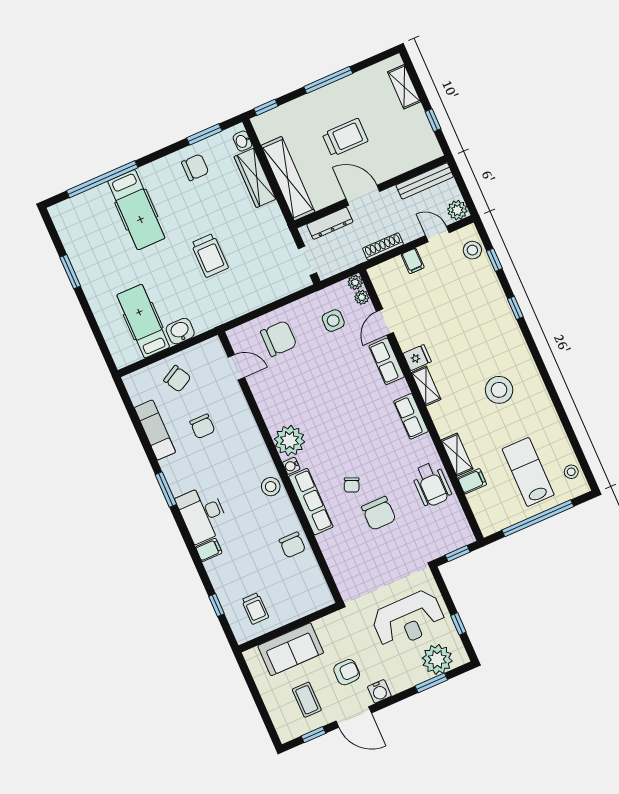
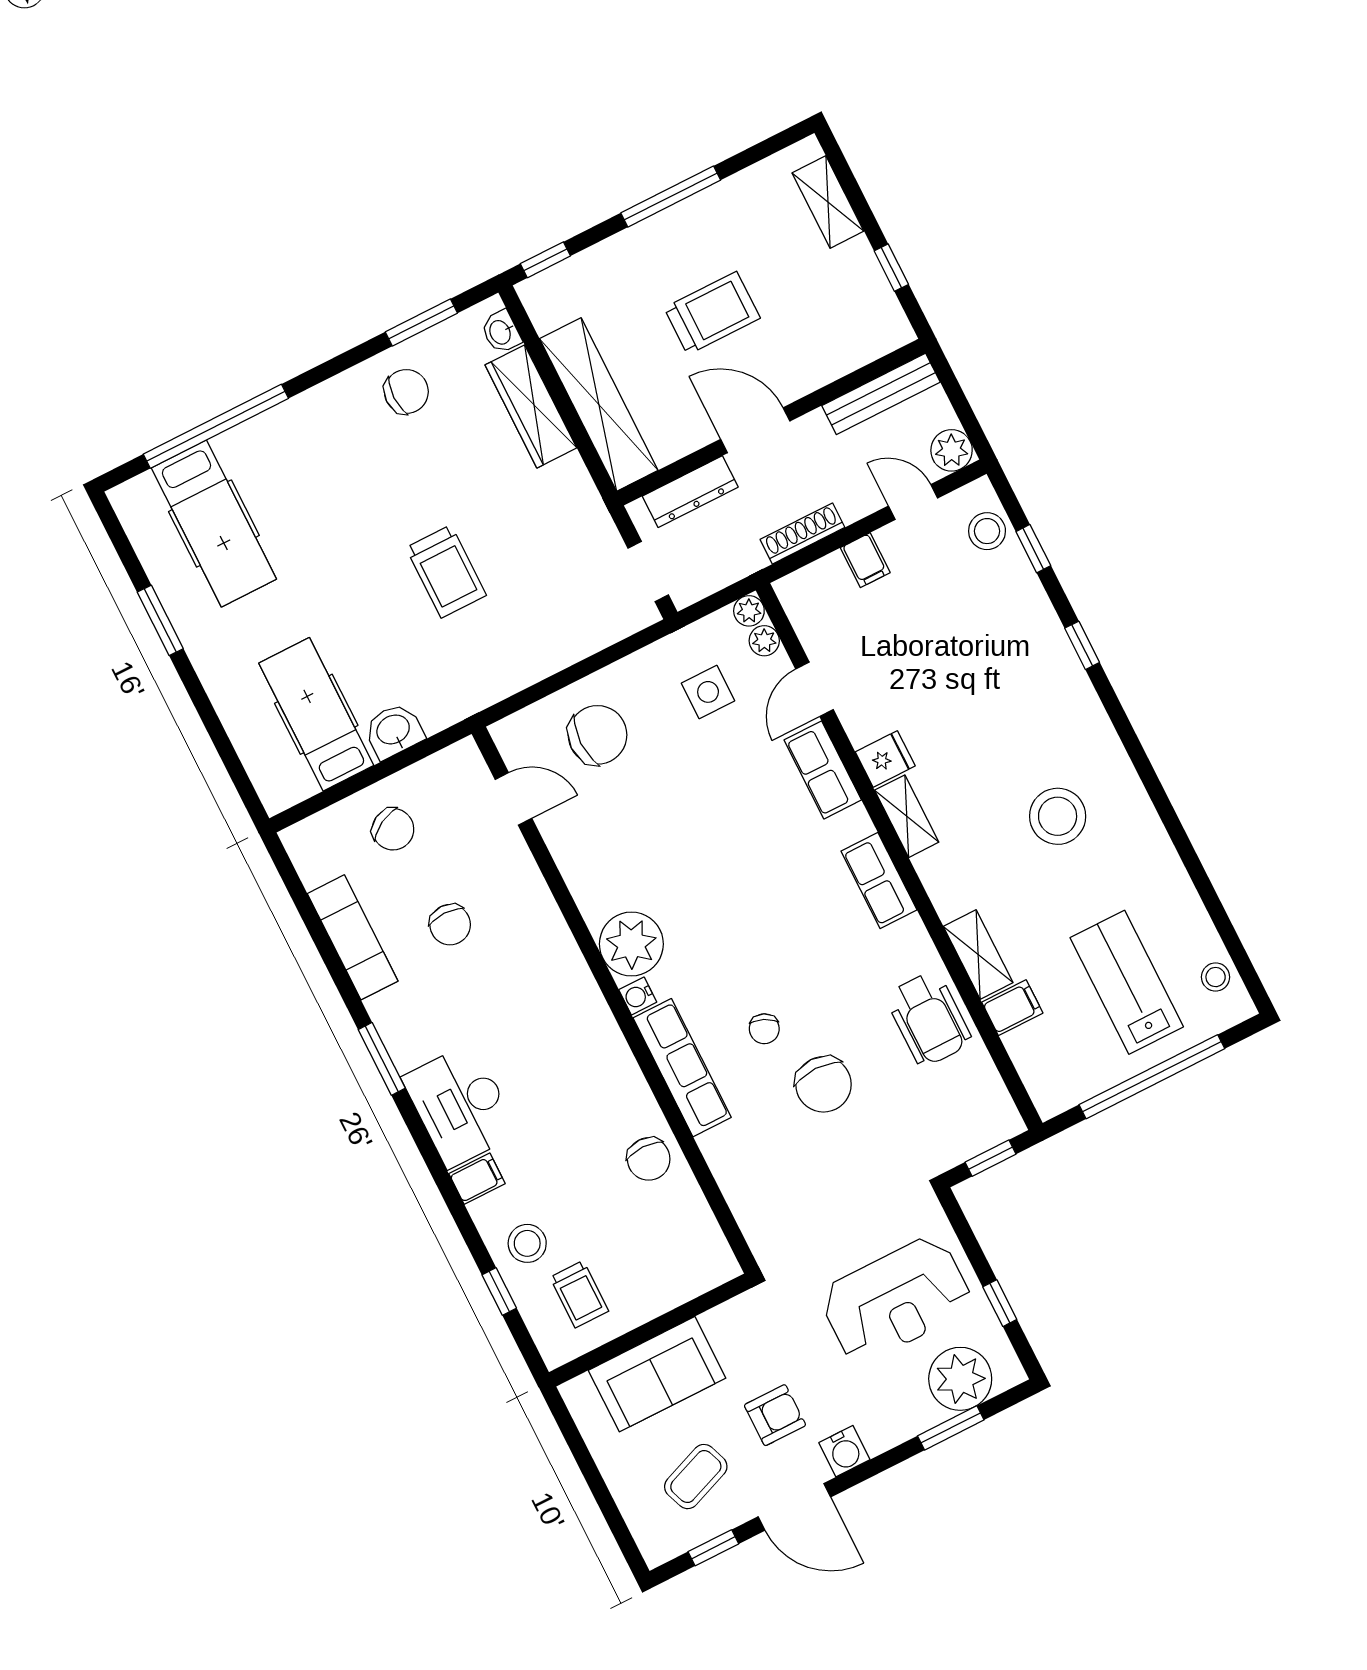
hospital bed: (136, 210) -> (214, 524), moved
stool: (271, 487) -> (527, 1243), moved
coffee table: (307, 700) -> (696, 1477), turned 69

